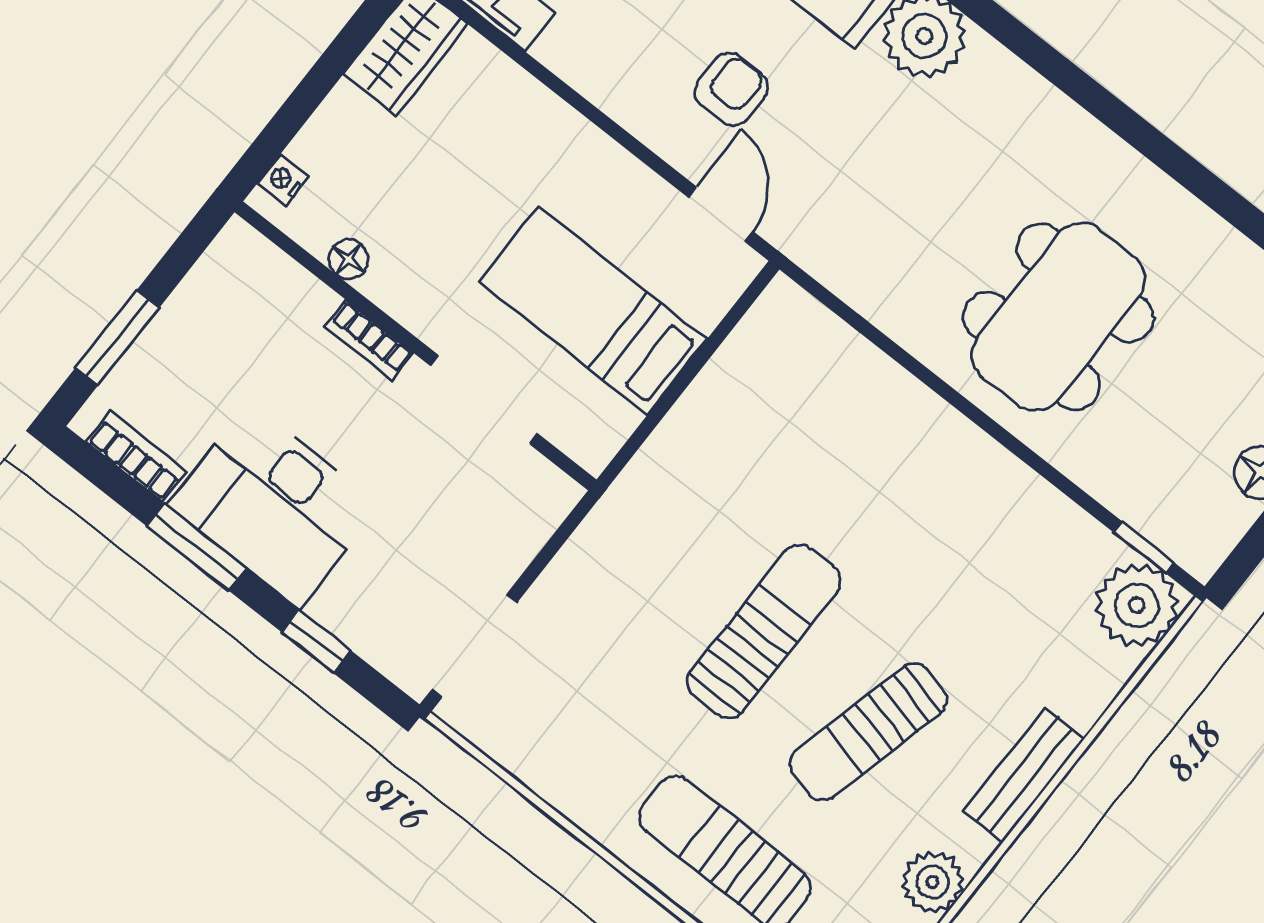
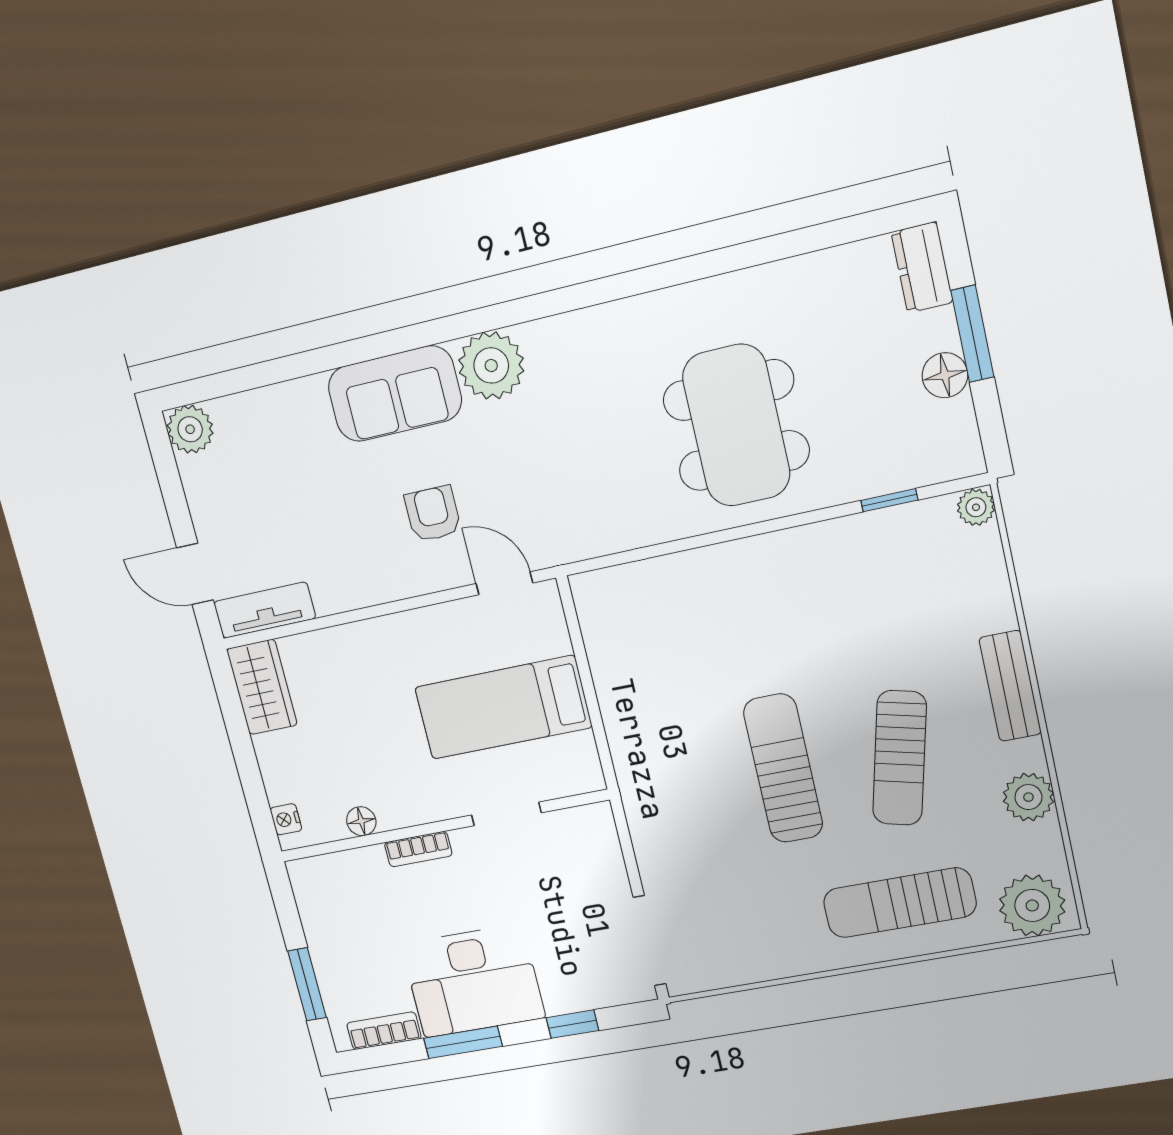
doorway: (484, 400) -> (506, 814), width x0.73
window: (1144, 548) -> (889, 500), moved
plant: (1137, 605) -> (976, 507), width x0.53, depth x0.53

